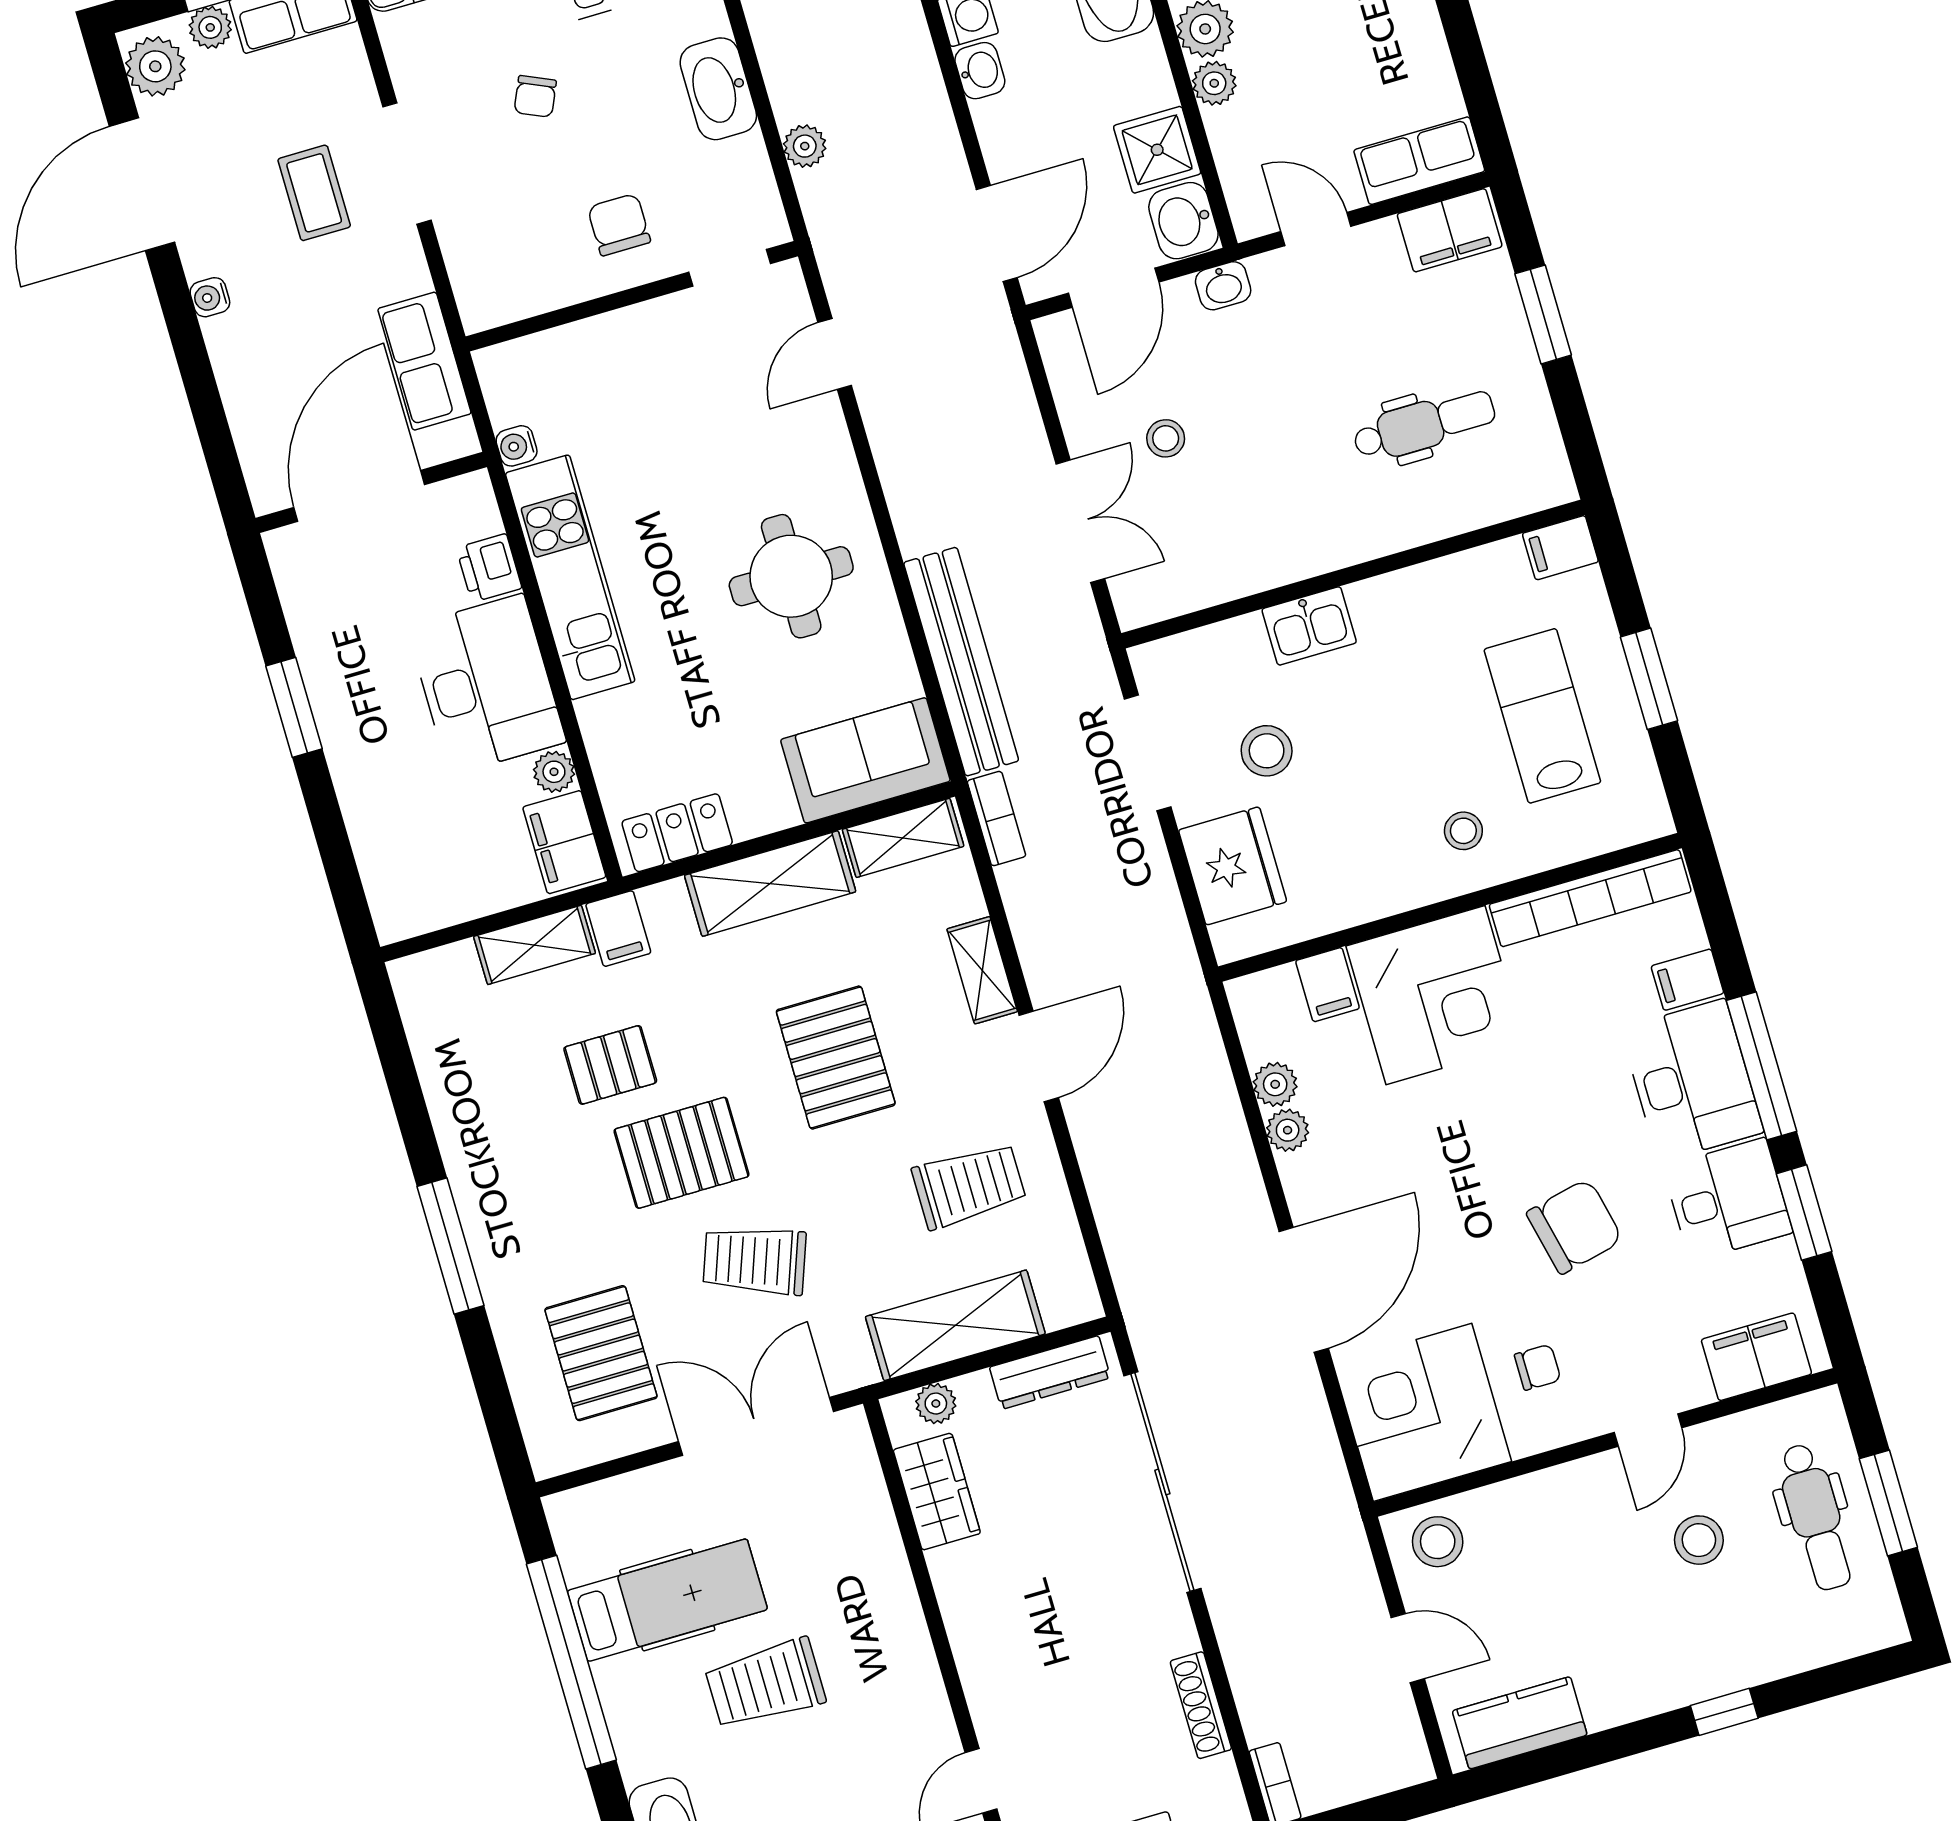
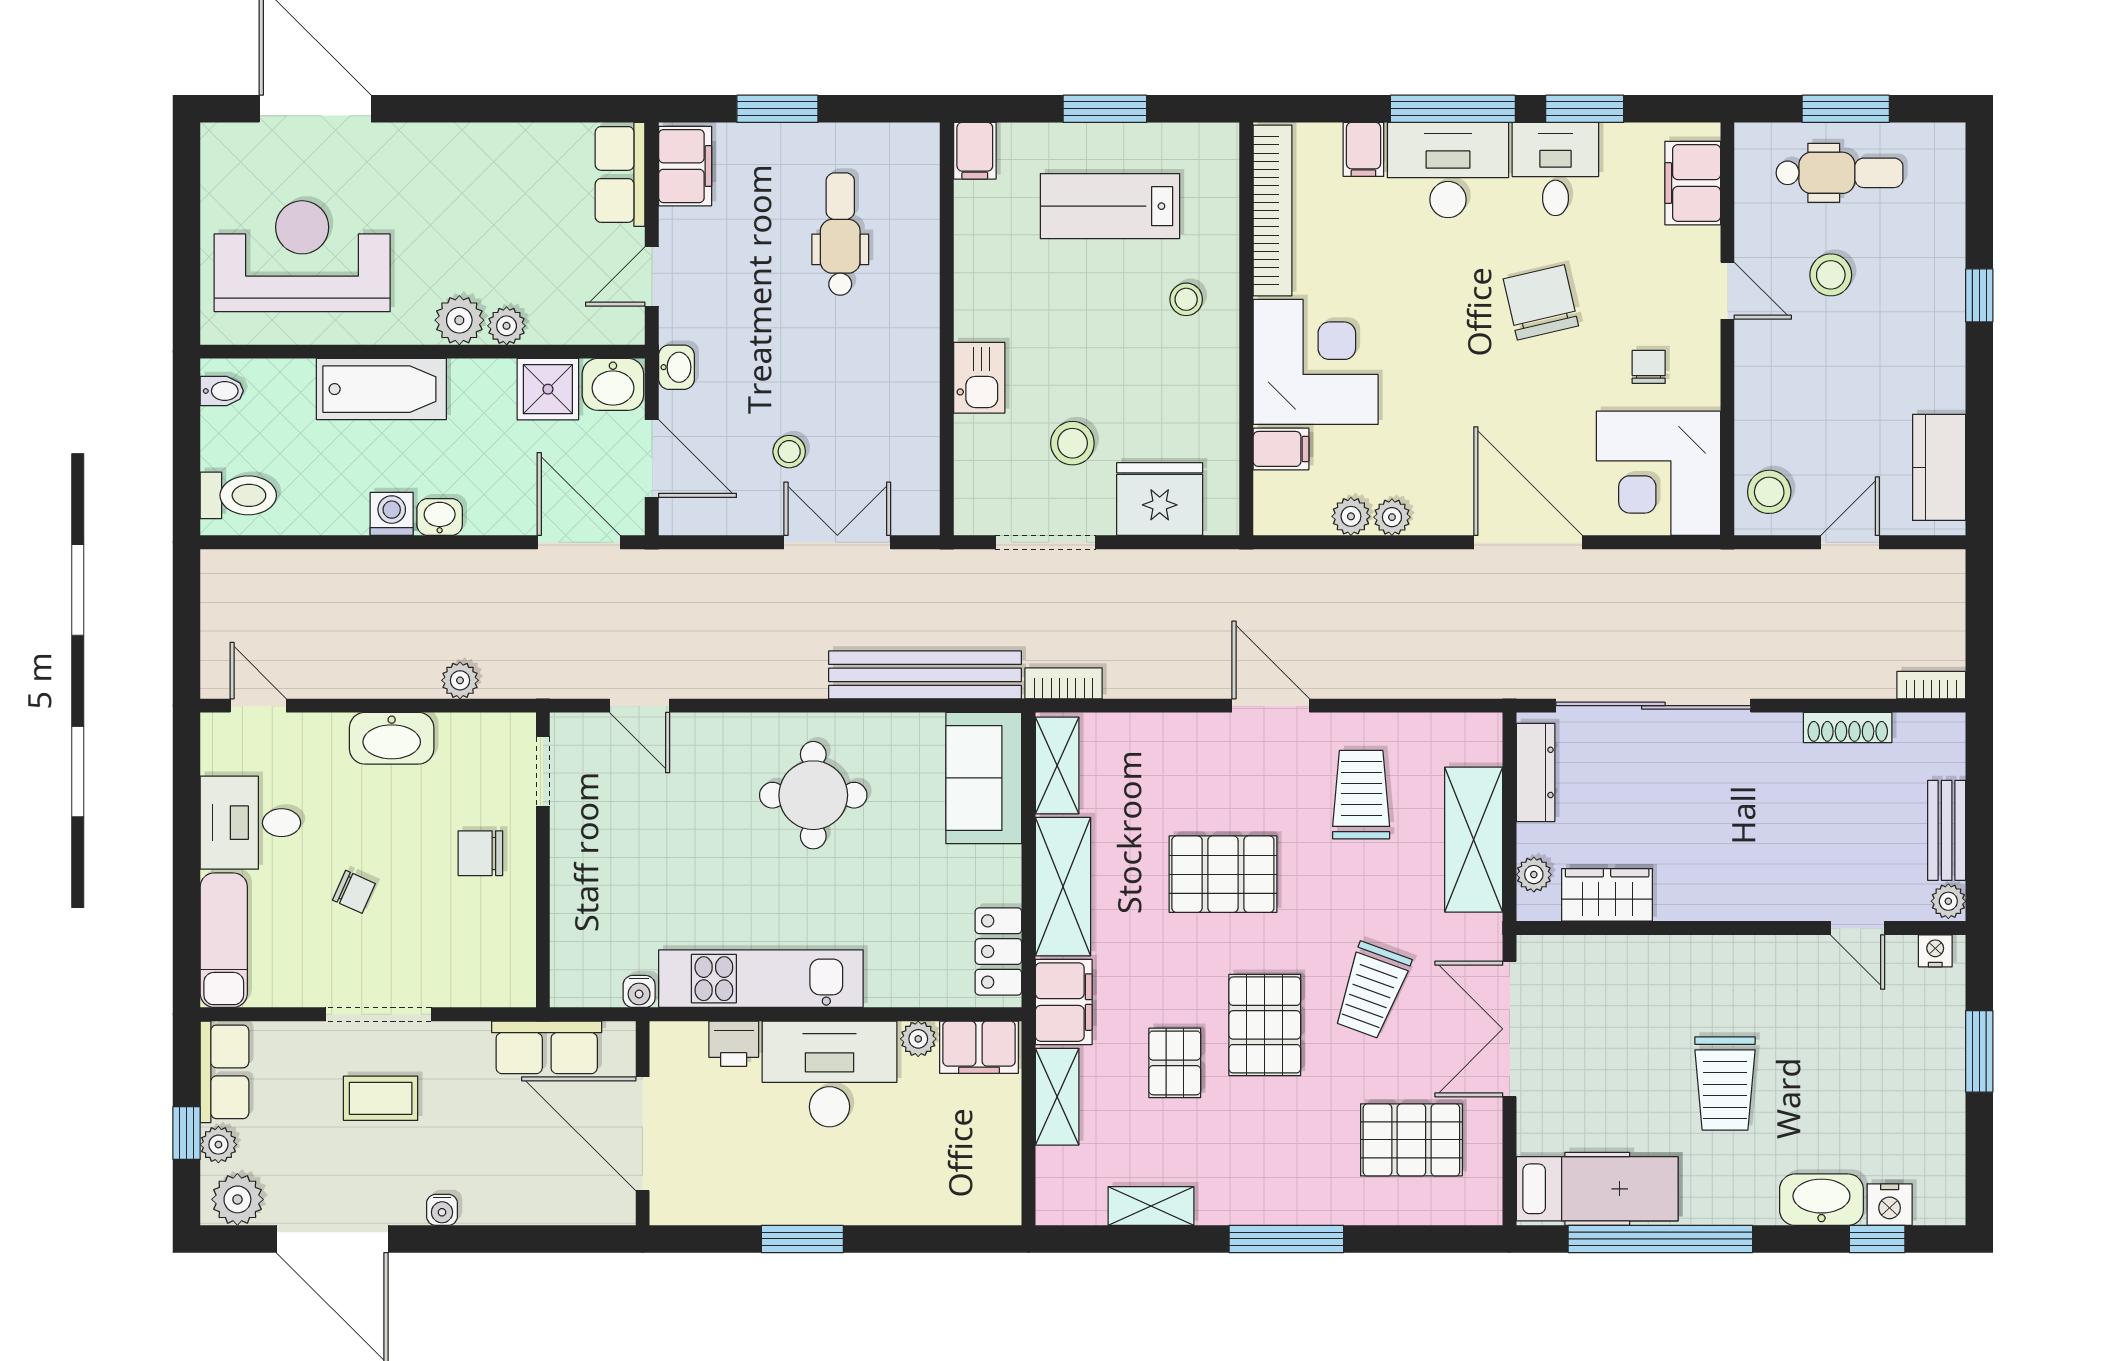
filing cabinet: (618, 929) -> (1064, 1002), width x2.00
shelving: (982, 970) -> (1151, 1206), moved
hospital bed: (667, 1600) -> (1597, 1189), moved, turned 90

